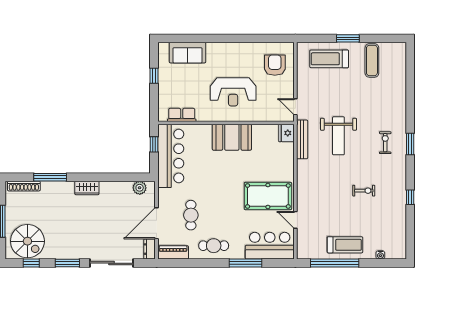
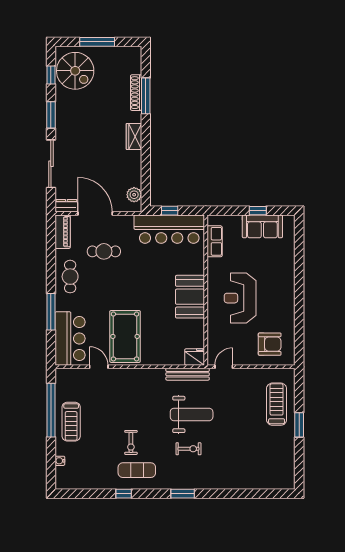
sofa: (188, 53) -> (262, 226), moved, turned -90
exercise mat: (372, 60) -> (137, 470), moved
weight bench: (338, 136) -> (192, 414), turned 180
exercise bike: (385, 143) -> (188, 449), moved
window: (154, 144) -> (170, 211), moved
shoe rack: (24, 186) -> (136, 93), moved
door: (295, 220) -> (99, 367), hinge flipped
spiral stairs: (27, 241) -> (75, 71), turned -90

